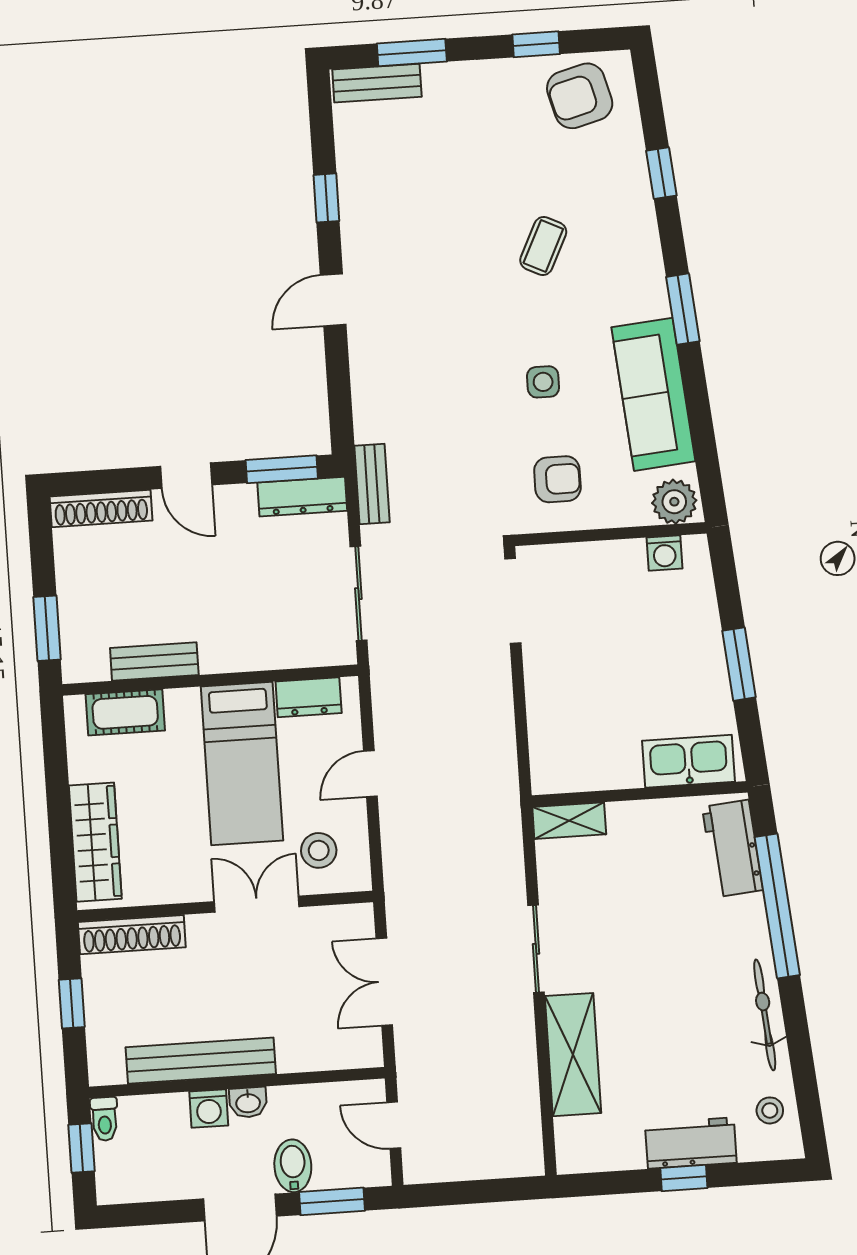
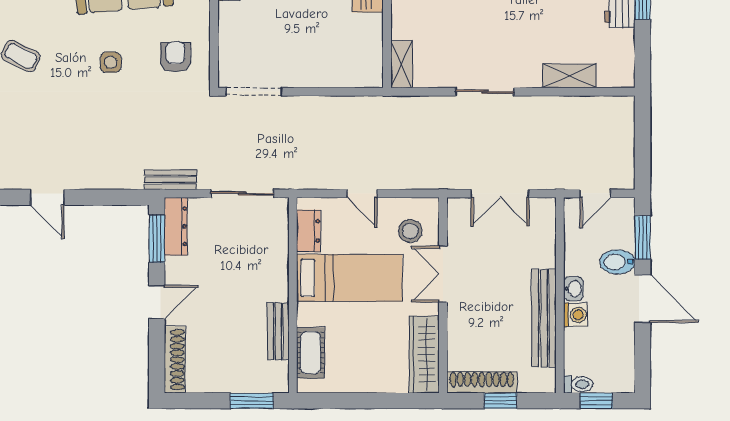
wardrobe: (95, 842) -> (424, 354), moved, turned -90
shoe rack: (132, 935) -> (482, 382), moved, turned -90
shelving: (573, 1055) -> (569, 76), width x0.67, depth x0.75

